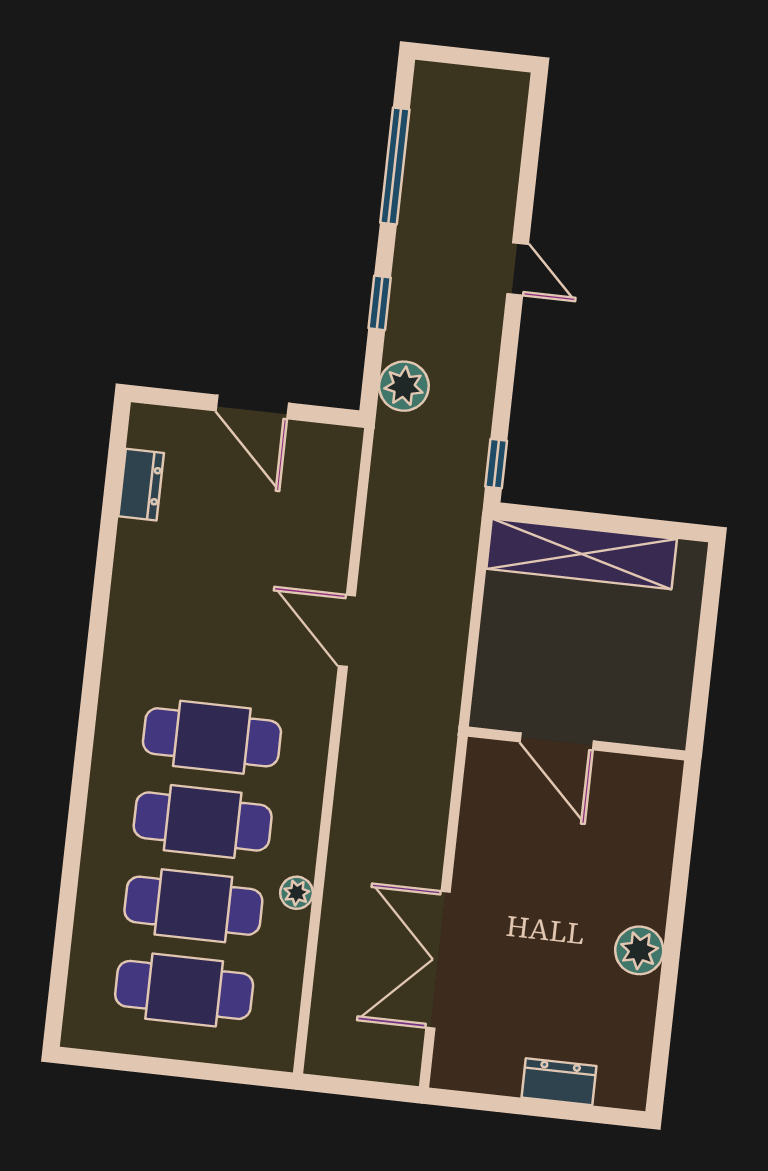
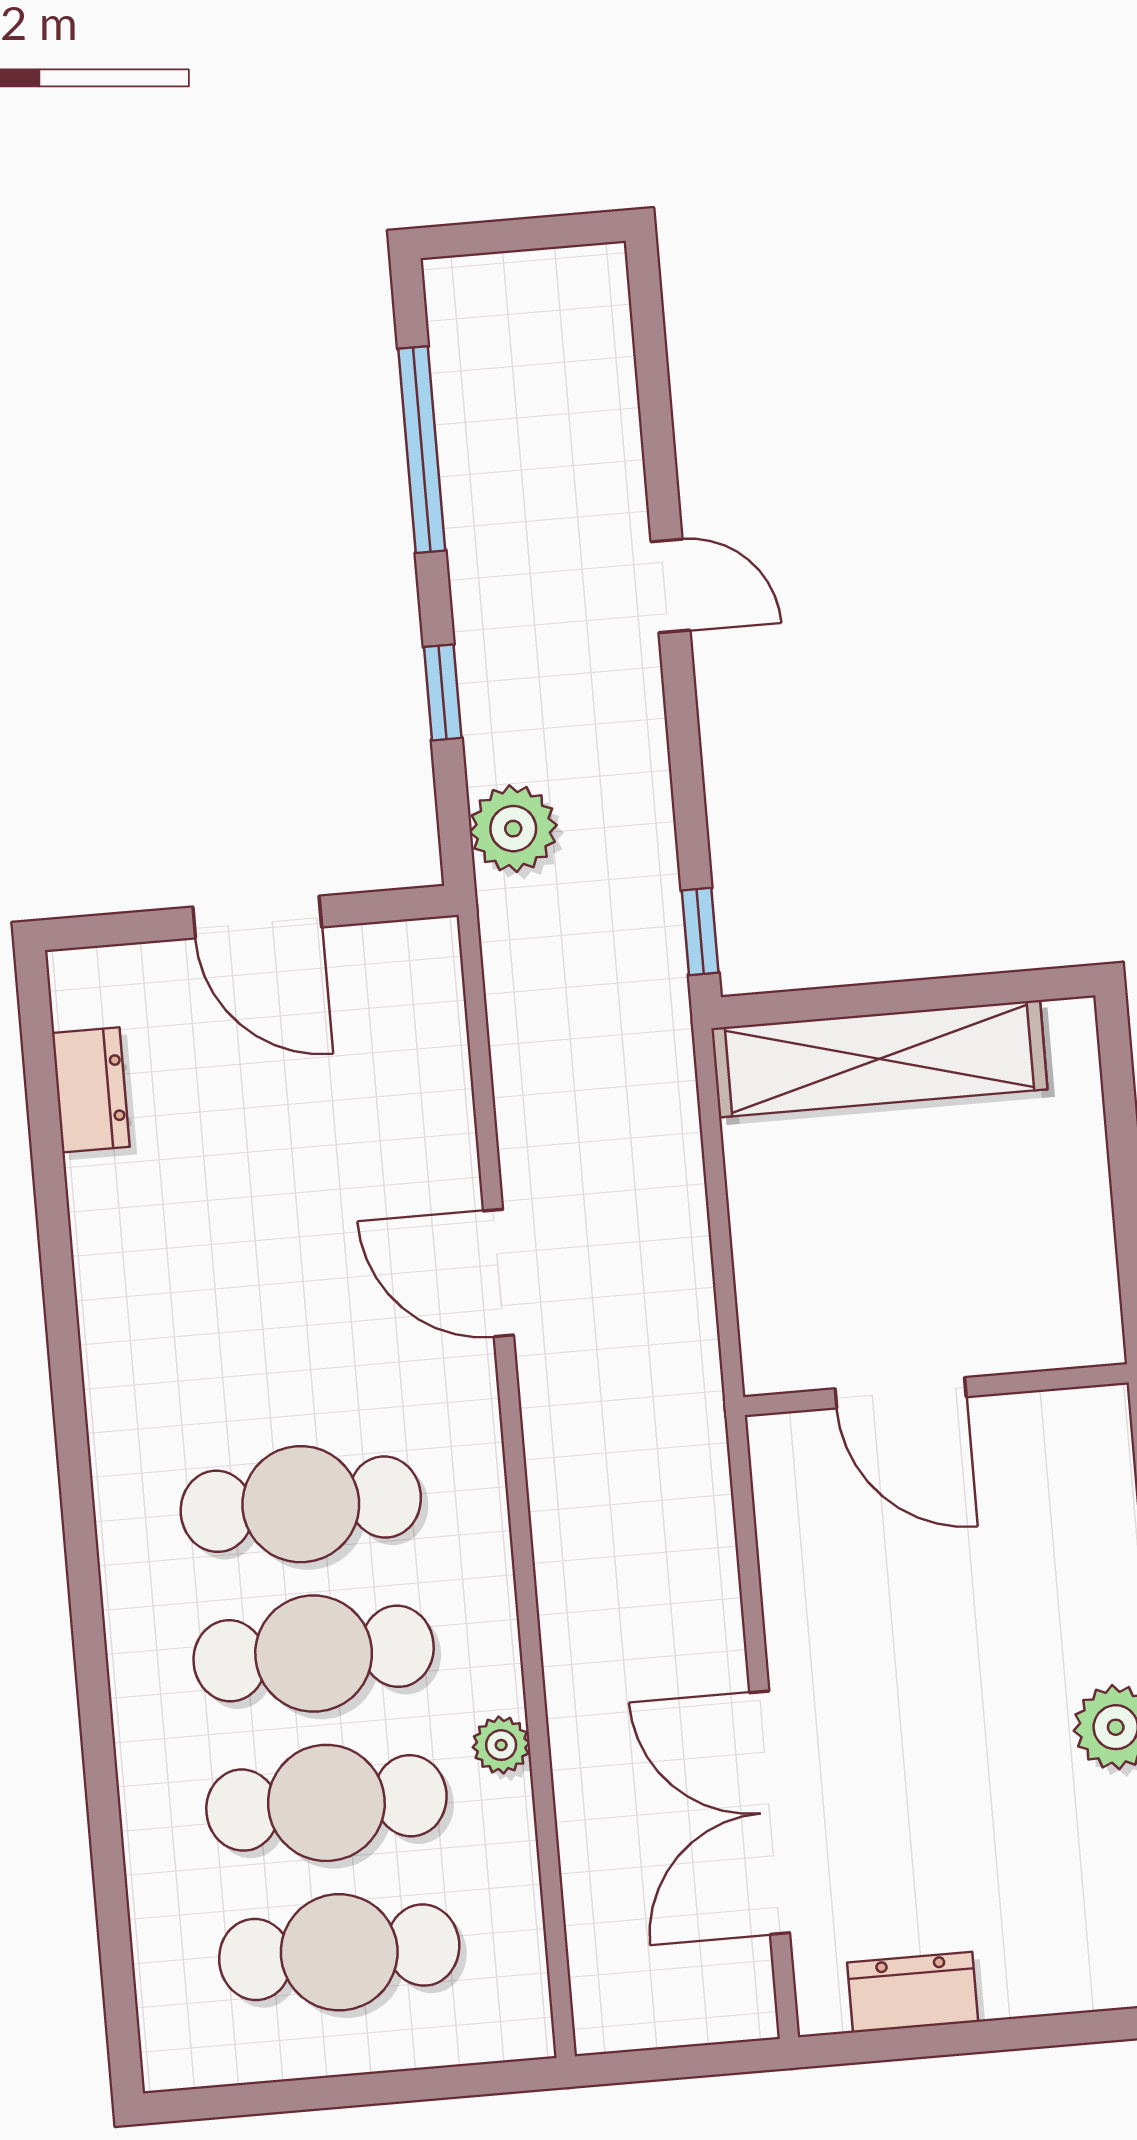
dresser: (559, 1082) -> (913, 1992), moved

